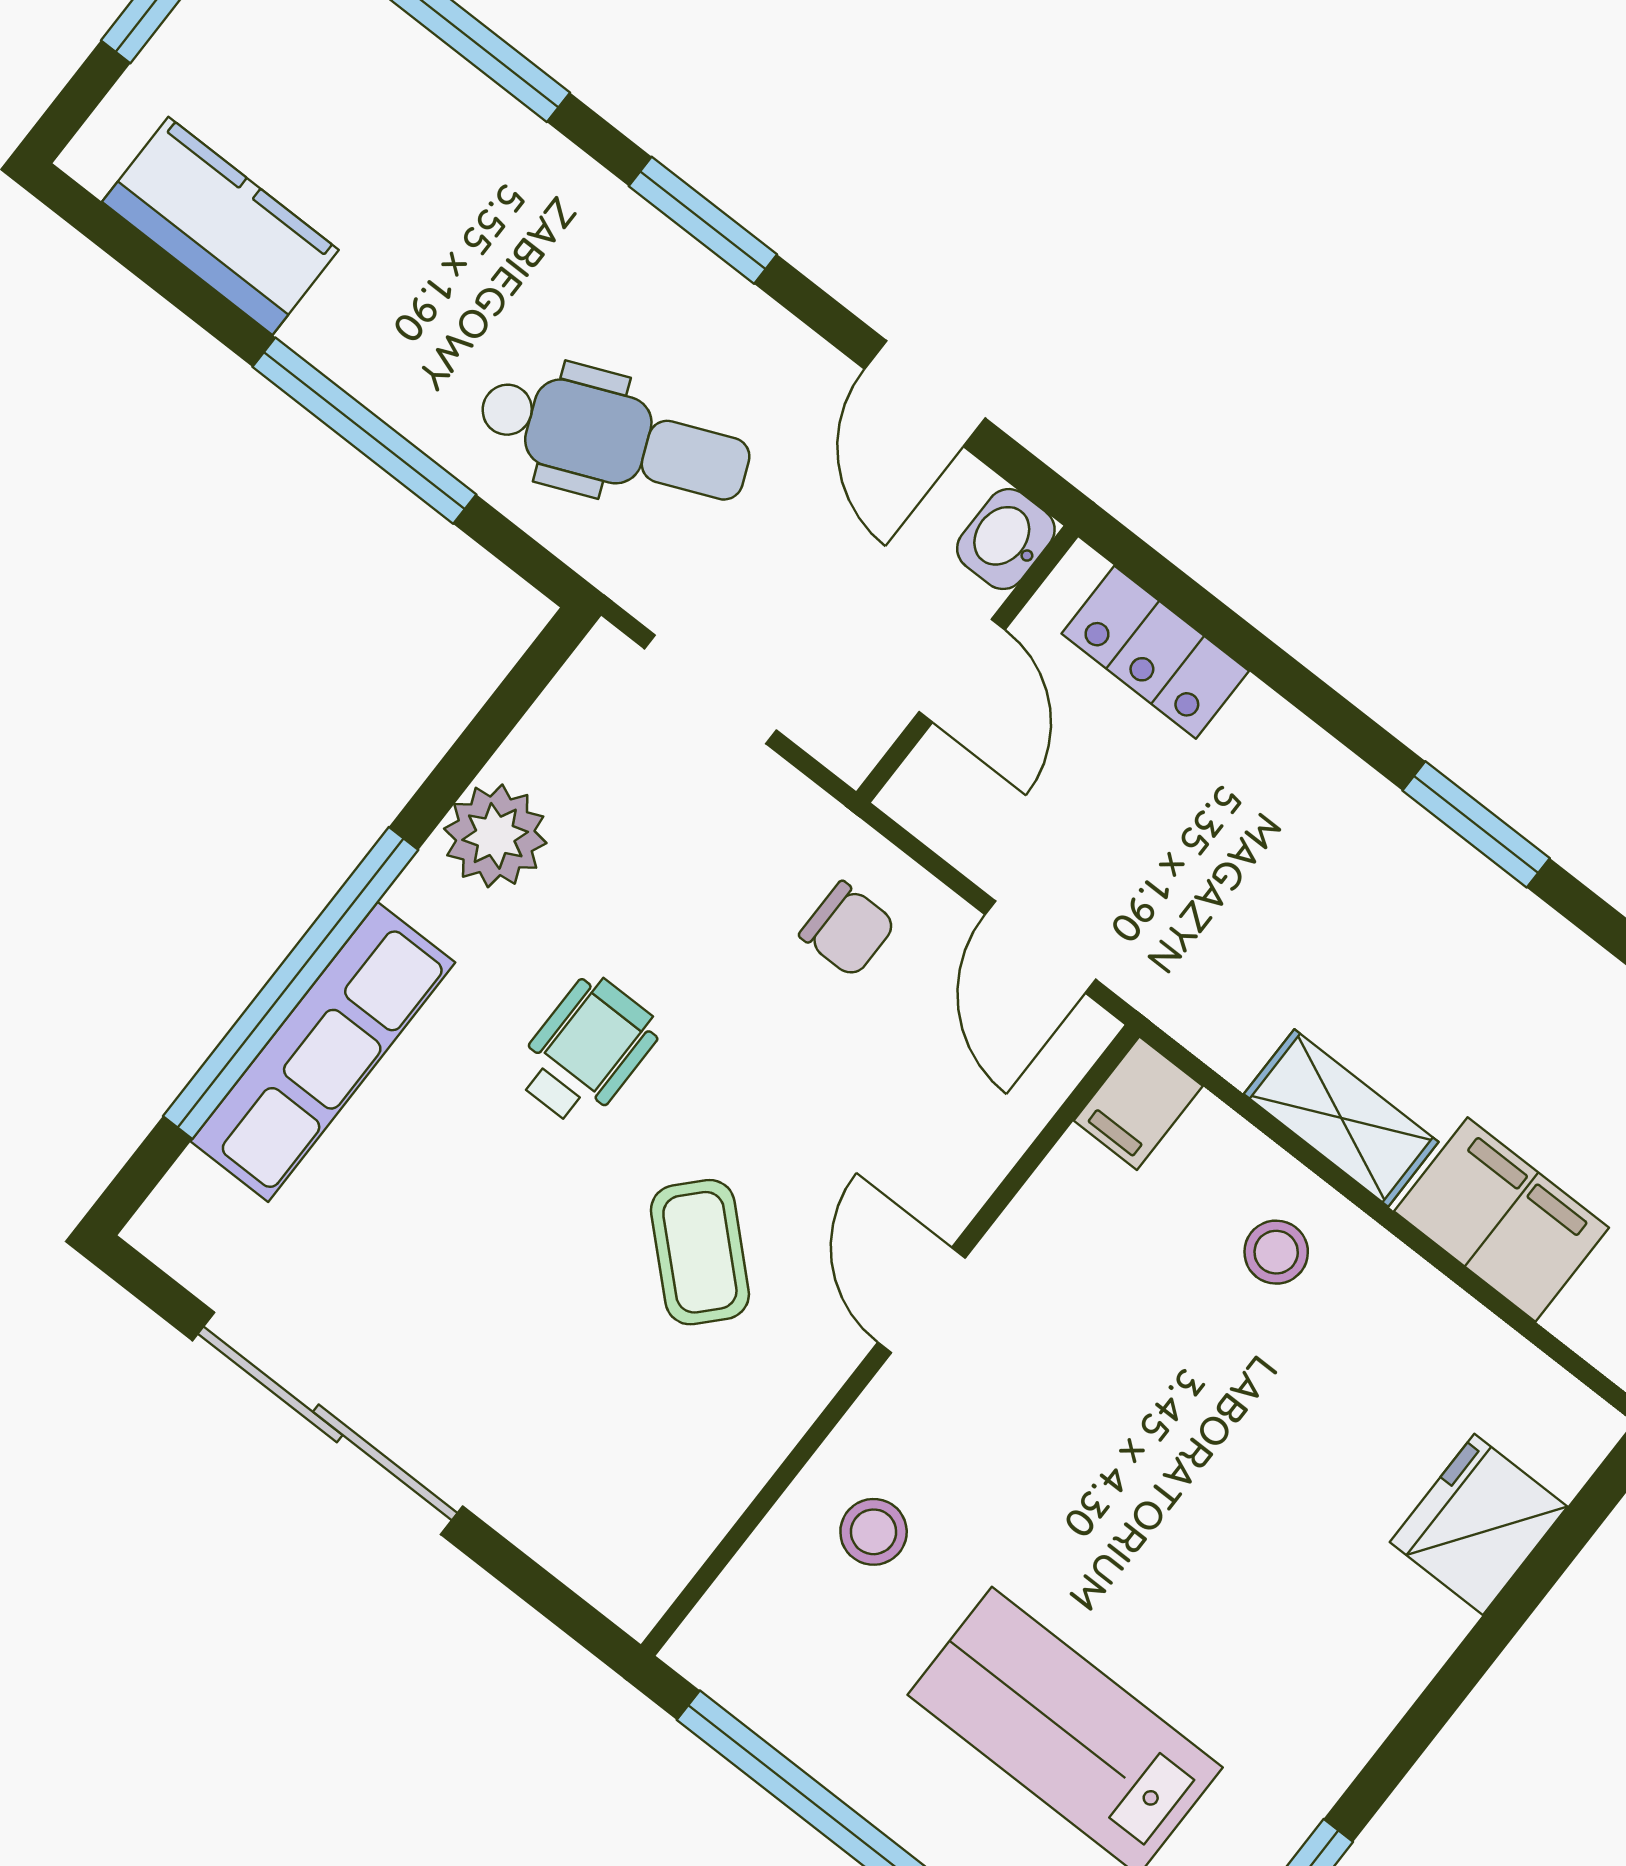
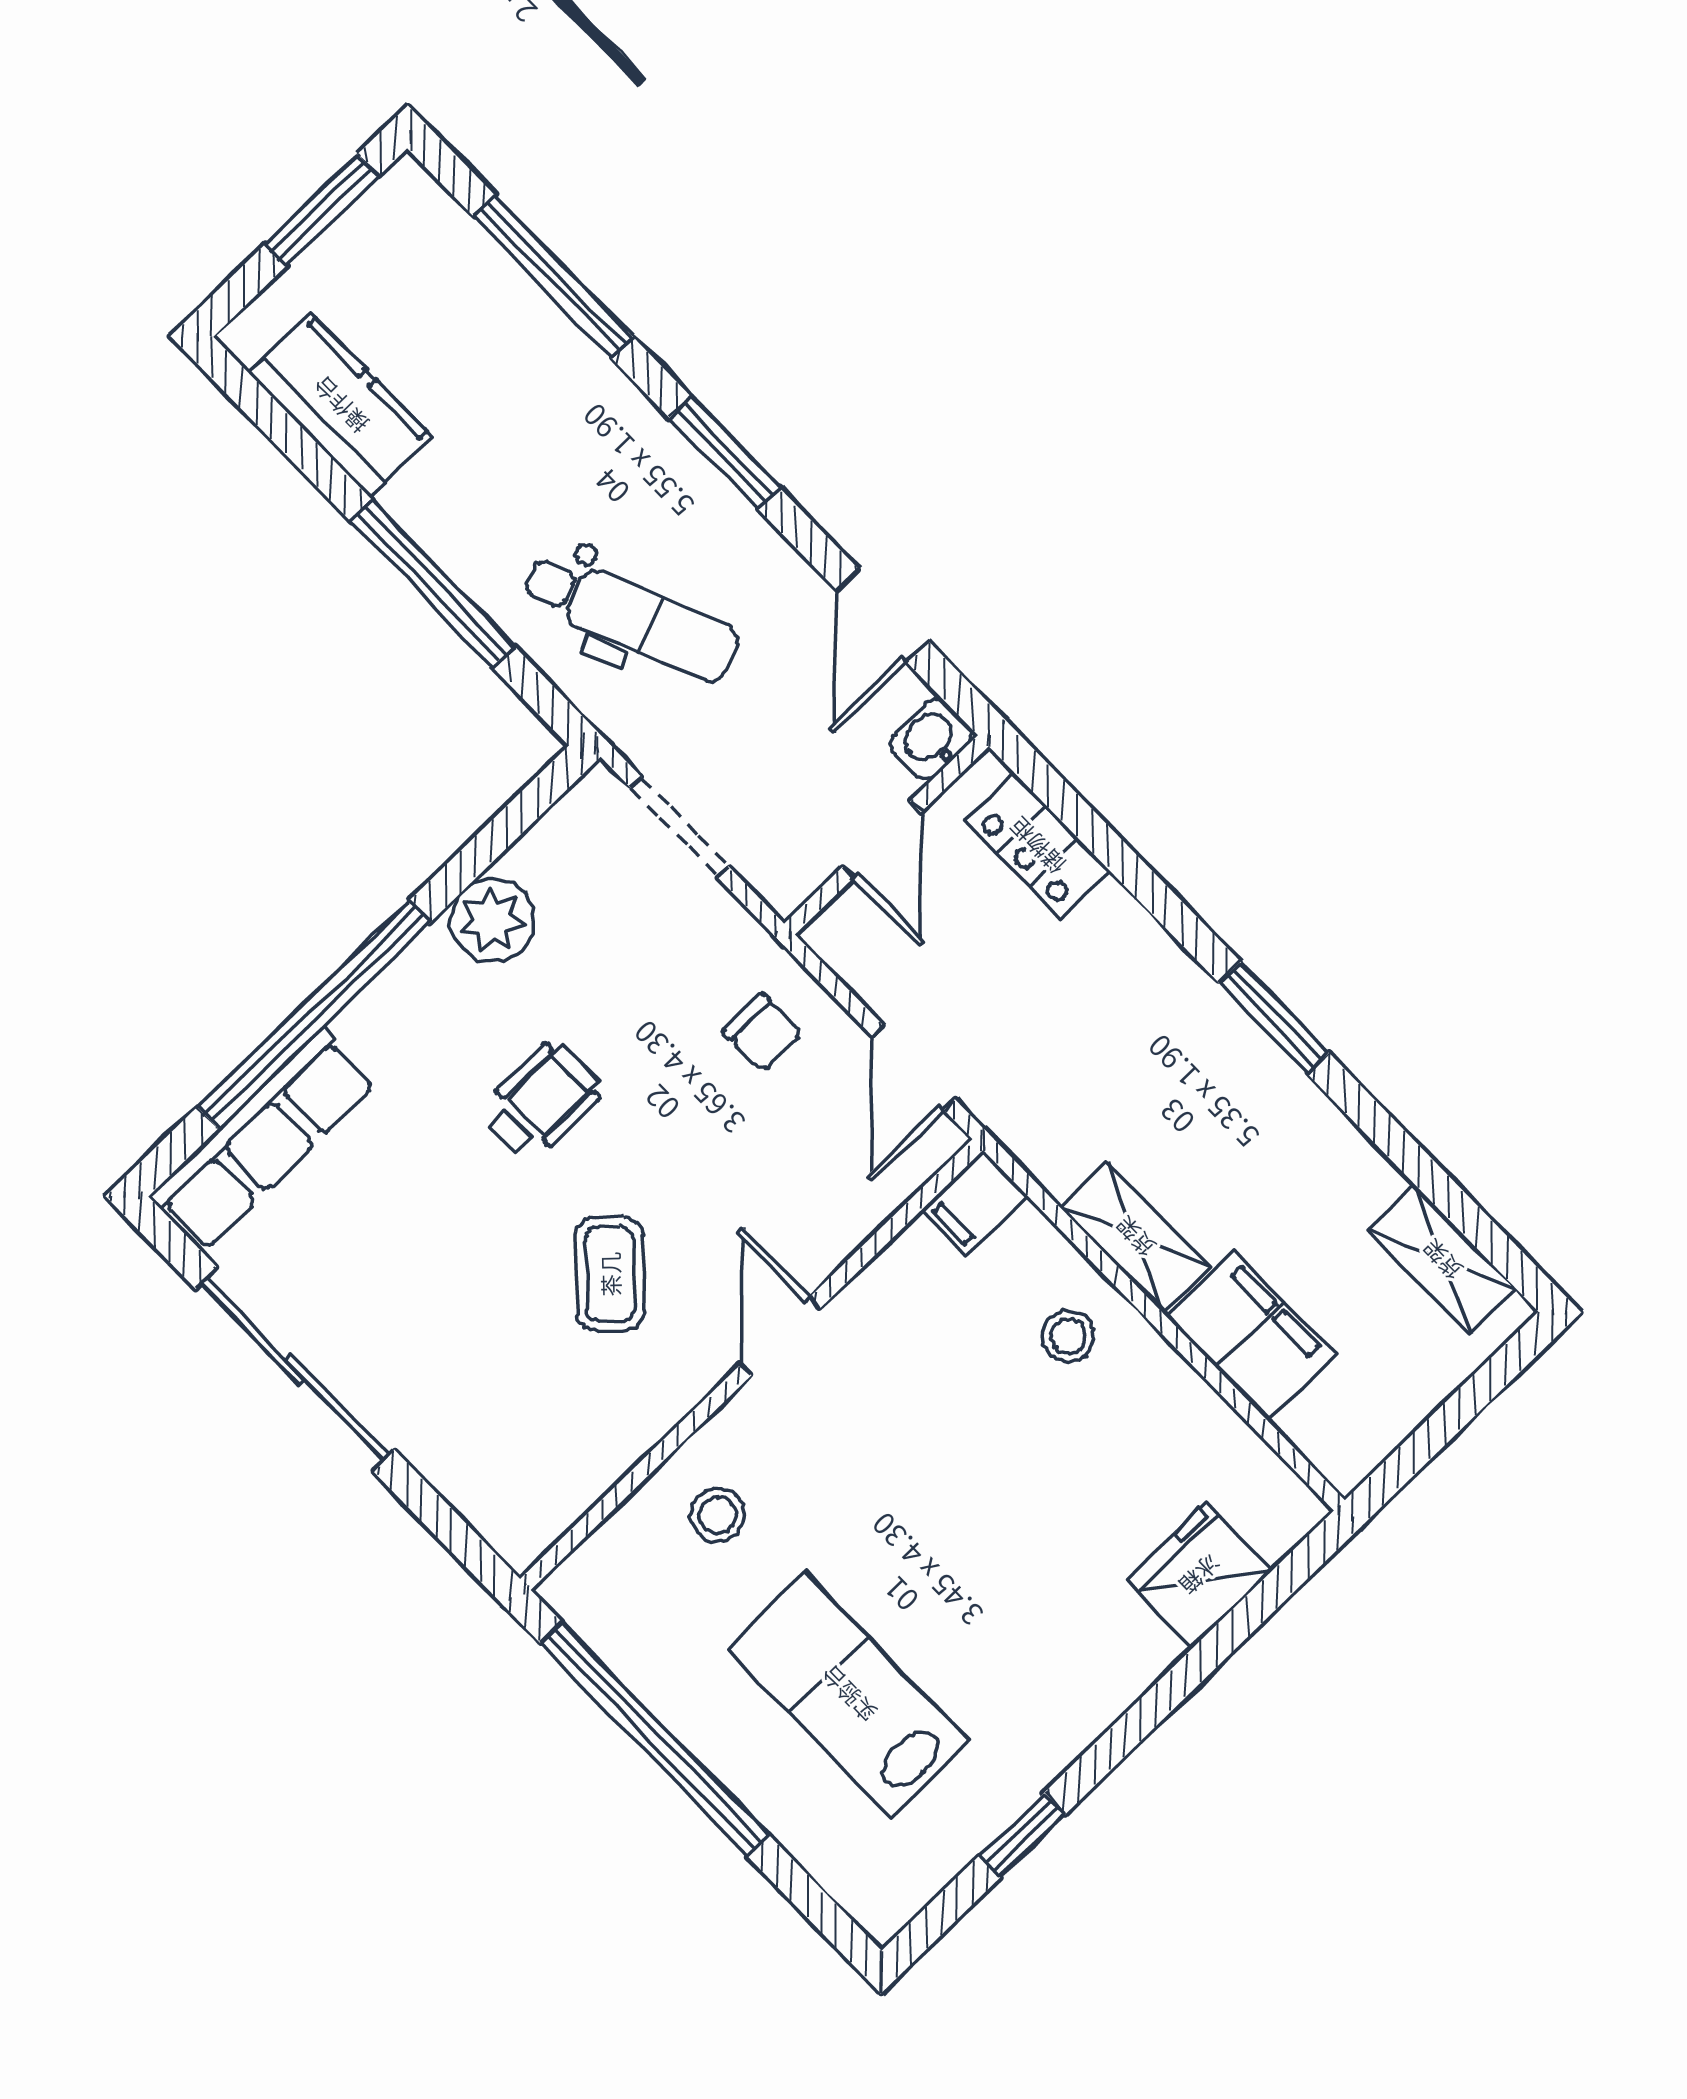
row of seats: (323, 1052) -> (263, 1140), moved

